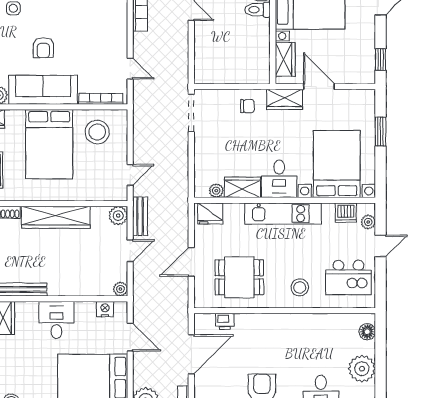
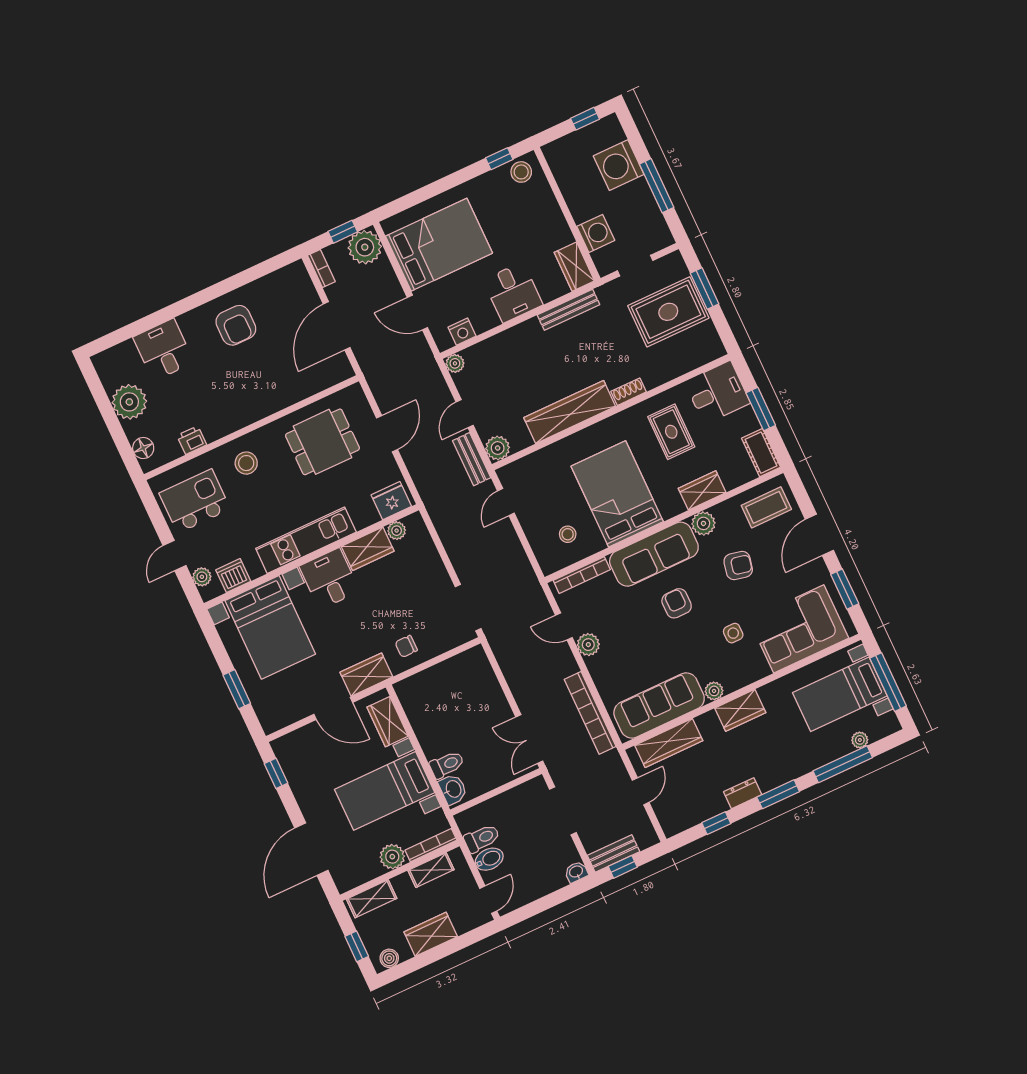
plant: (119, 48) -> (588, 645), added
stool: (97, 132) -> (568, 534), width x0.53, depth x0.53
printer: (225, 321) -> (192, 440), moved

